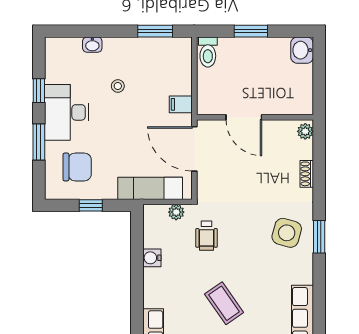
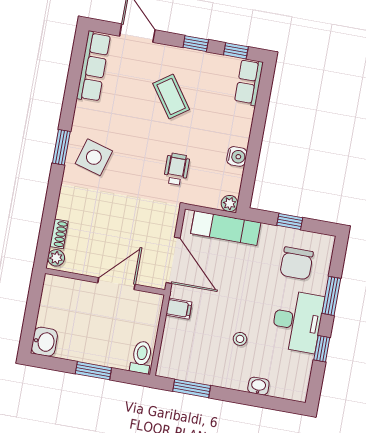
door: (244, 117) -> (116, 284), hinge flipped
chair: (77, 167) -> (297, 263), turned -90
shoe rack: (307, 174) -> (59, 234), moved
plant: (176, 212) -> (230, 203), moved

